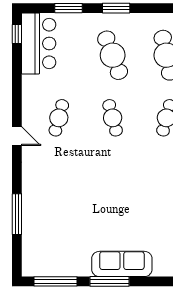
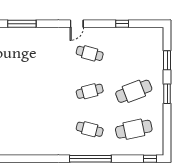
window: (17, 34) -> (122, 24), moved
bar counter: (39, 43) -> (142, 39), removed

